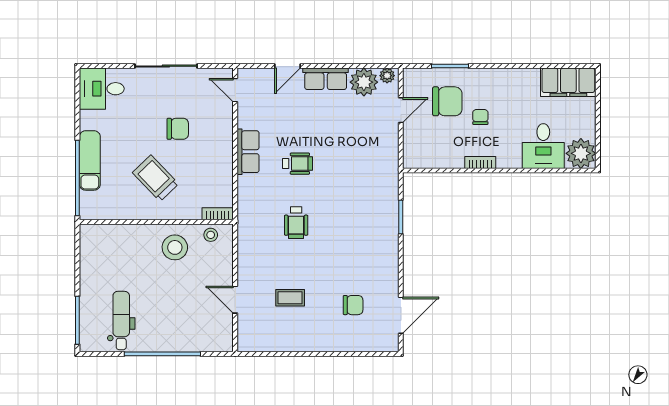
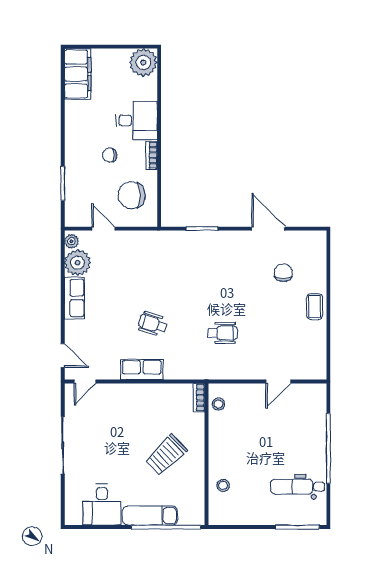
door: (288, 66) -> (63, 356), moved
desk: (102, 89) -> (102, 505), moved
chair: (447, 101) -> (132, 195), moved, turned -90
chair: (178, 129) -> (121, 435), removed
desk: (543, 146) -> (137, 120), moved
wheelchair: (297, 164) -> (153, 324), turned -72
wheelchair: (296, 223) -> (223, 333), moved
stool: (175, 247) -> (223, 485), moved, width x0.53, depth x0.53
coffee table: (290, 298) -> (315, 307), moved
door: (401, 315) -> (268, 229), moved

